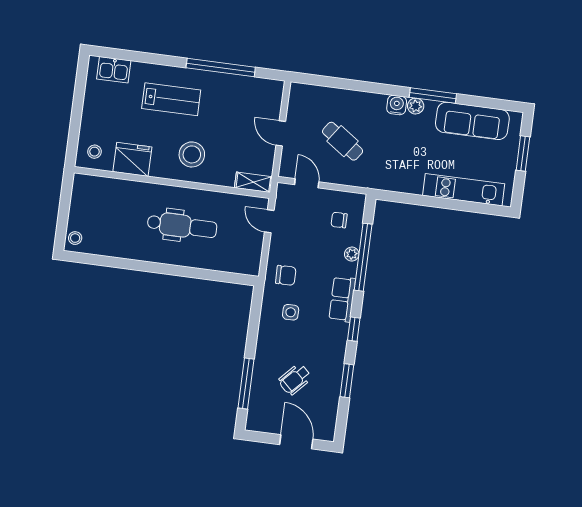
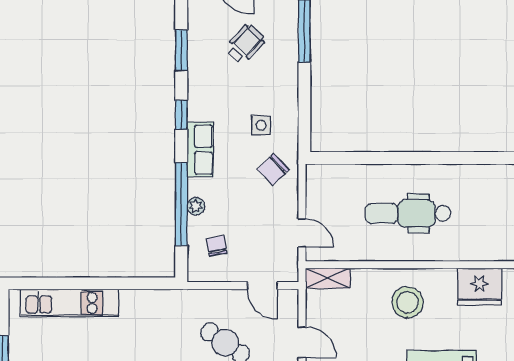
chair: (339, 220) -> (217, 246), turned -100
chair: (286, 275) -> (273, 170), turned -43

